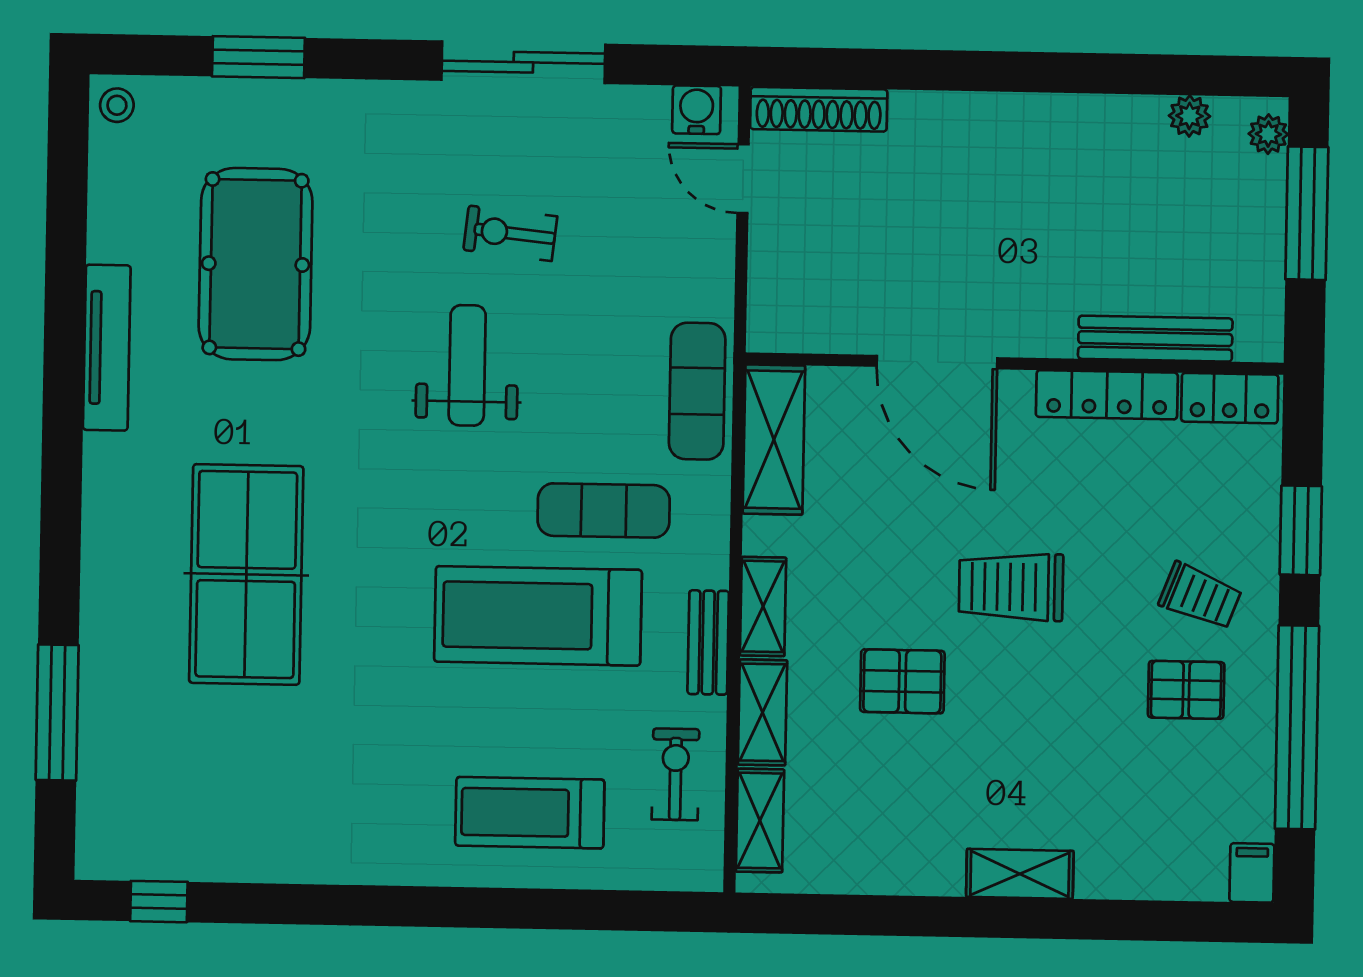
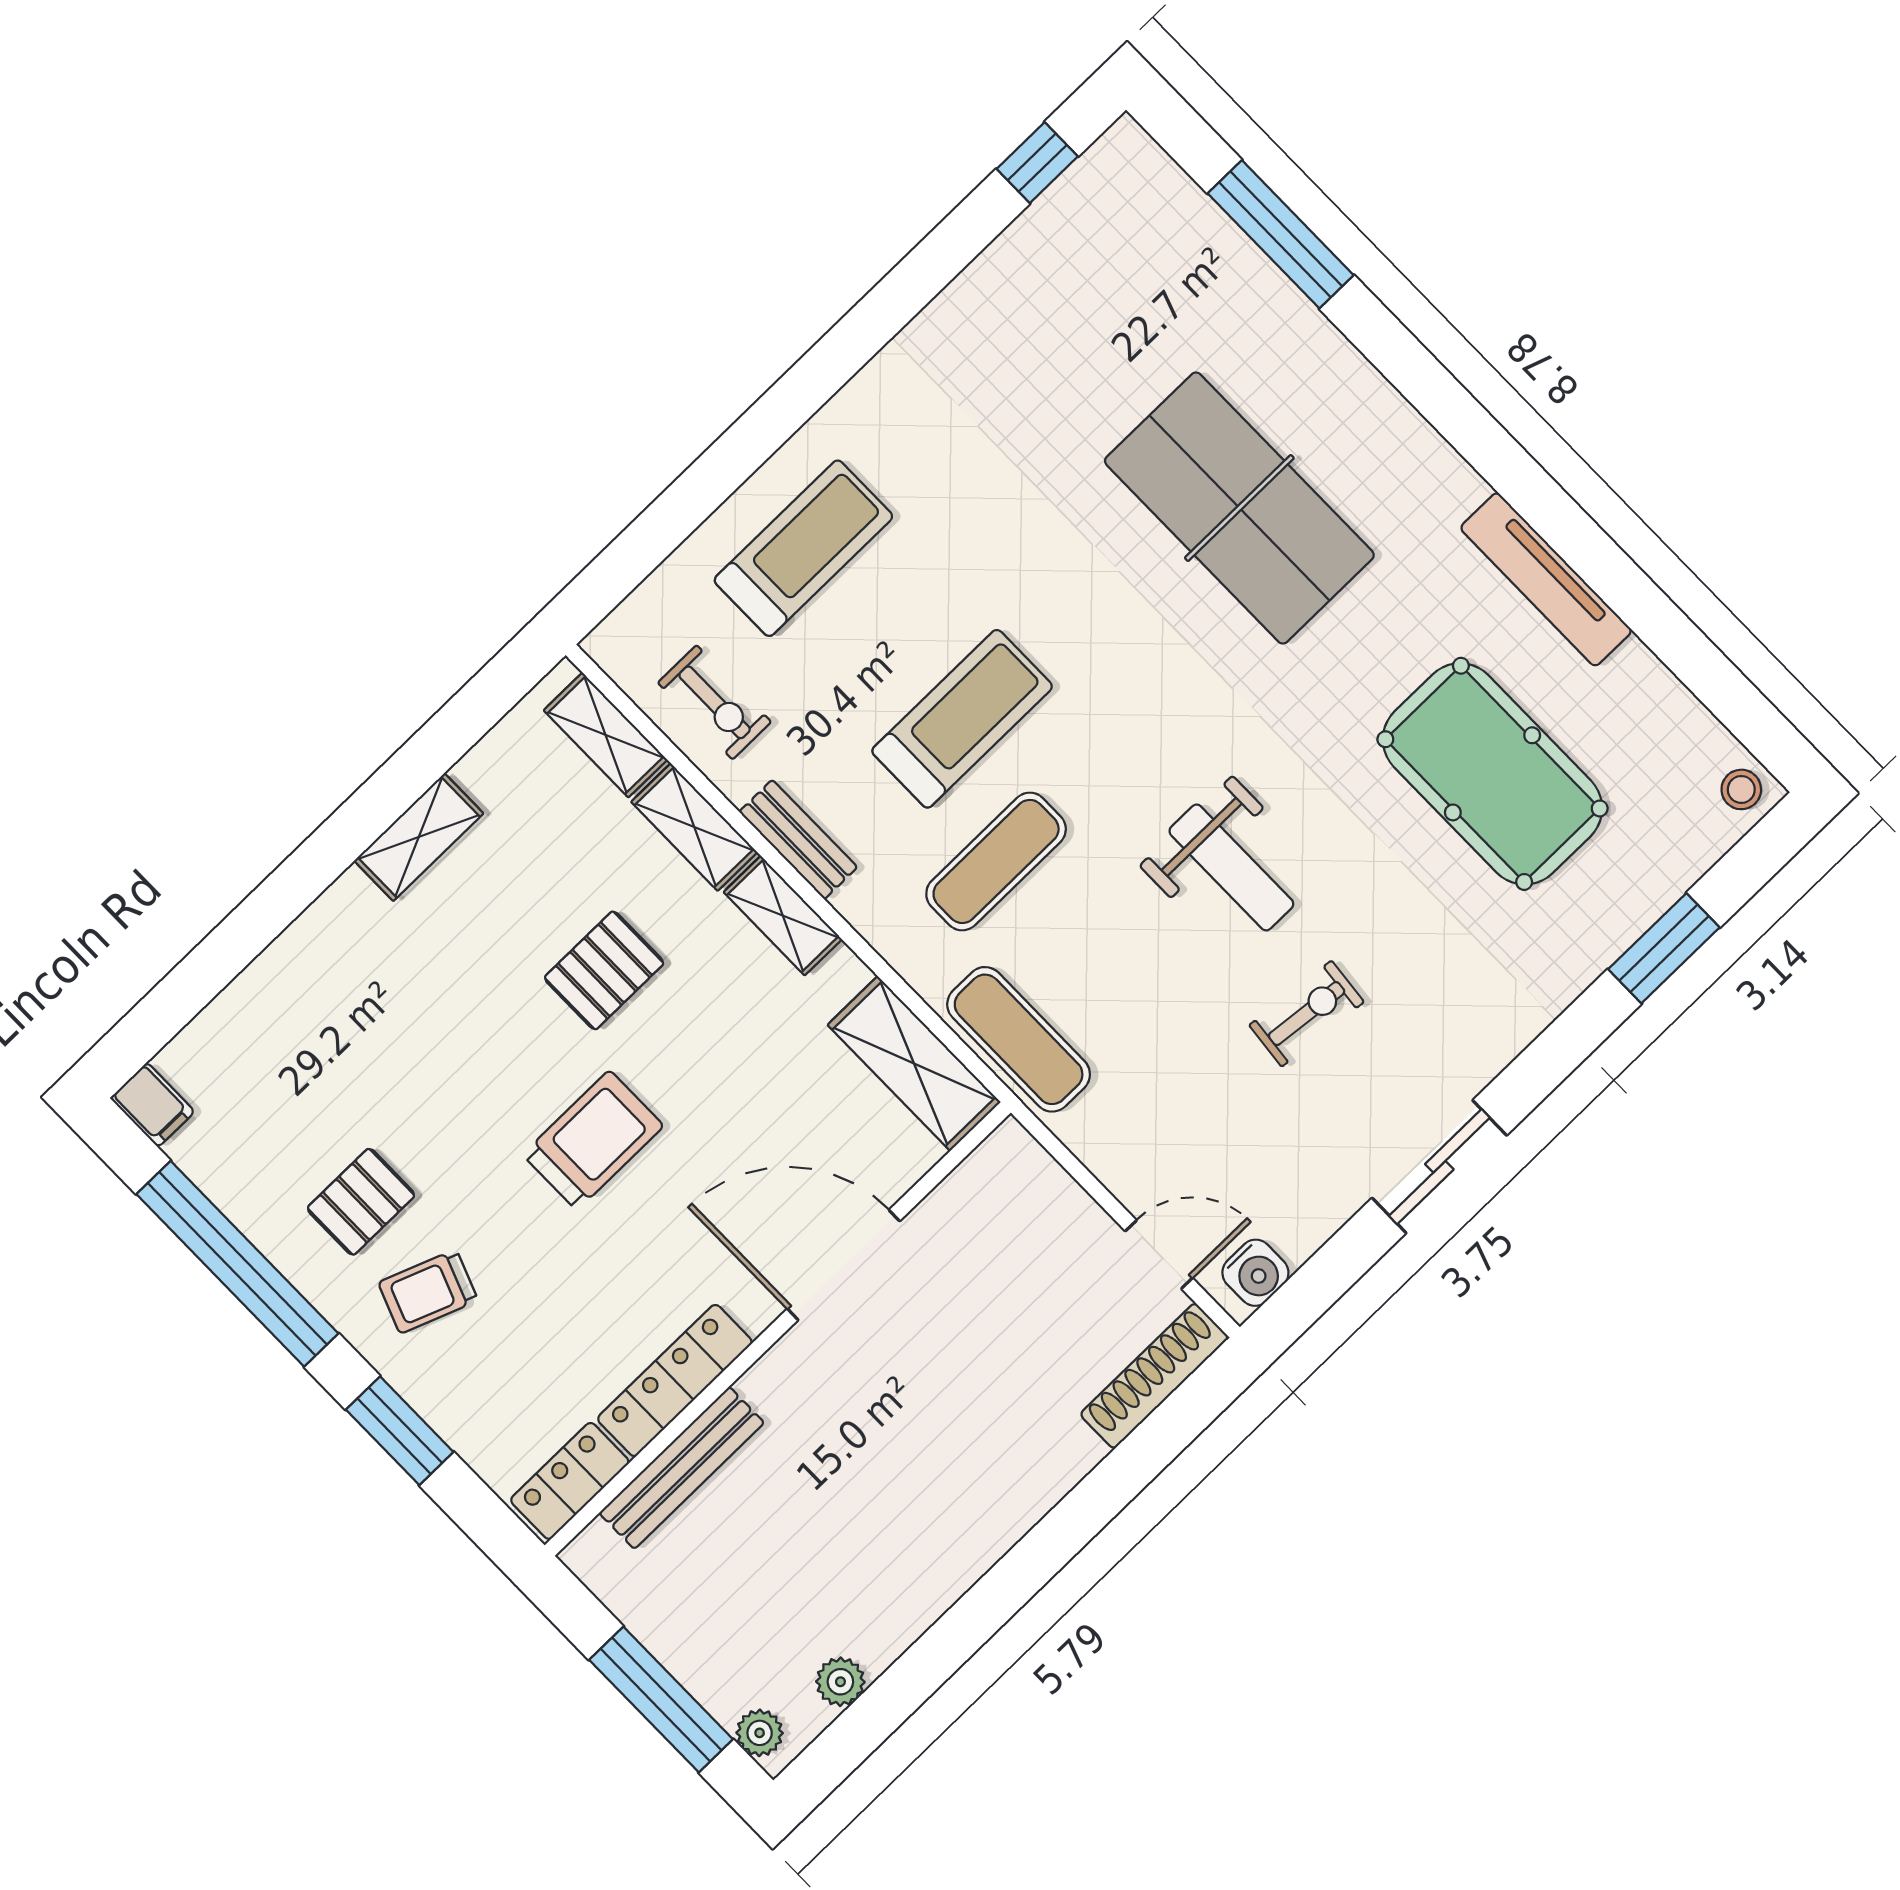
sliding door: (523, 62) -> (1439, 1167), width x0.73
treadmill: (538, 616) -> (962, 719), width x0.73, depth x0.73
shelving: (1020, 874) -> (419, 837), moved

